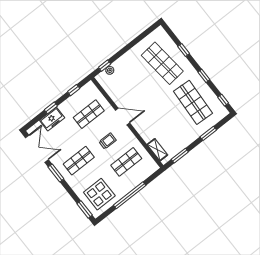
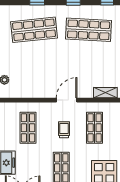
door: (123, 117) -> (67, 100), moved

